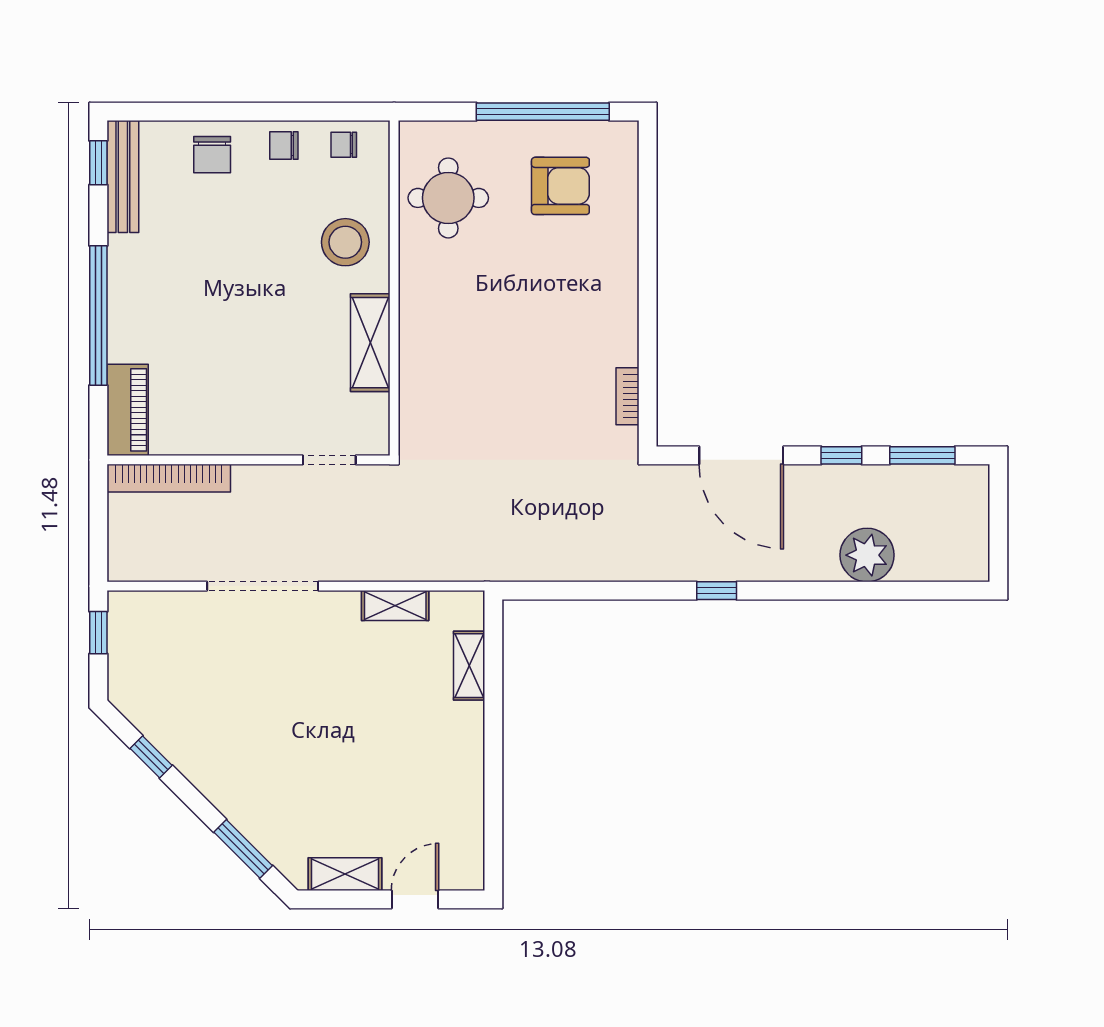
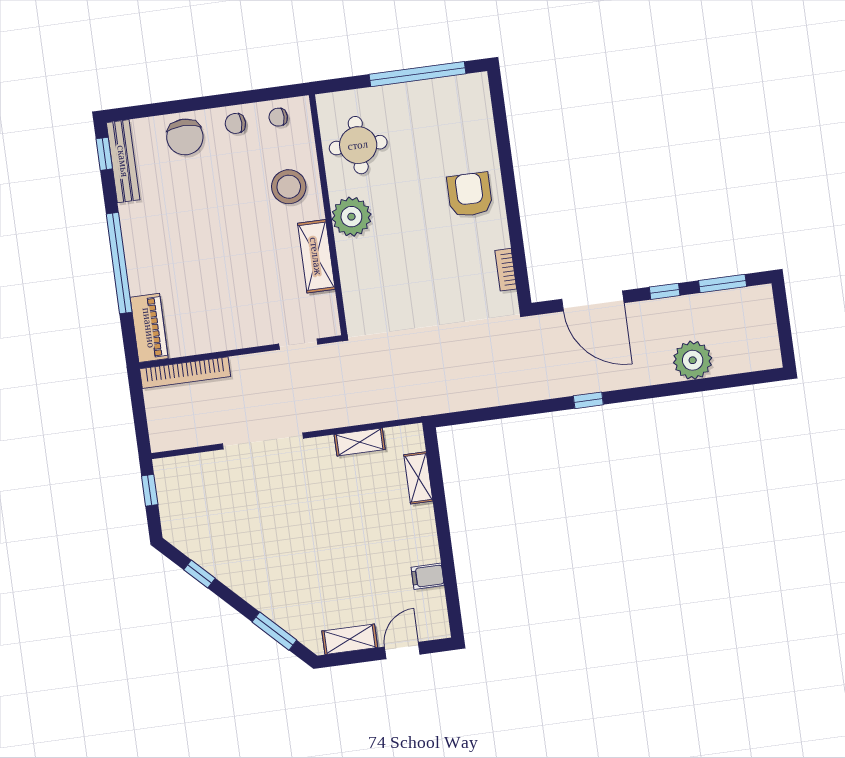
chair: (212, 155) -> (185, 137), width x1.37, depth x1.37
armchair: (560, 186) -> (470, 195), moved, turned -90
plant: (426, 295) -> (351, 217), added
filing cabinet: (464, 802) -> (428, 576), added

